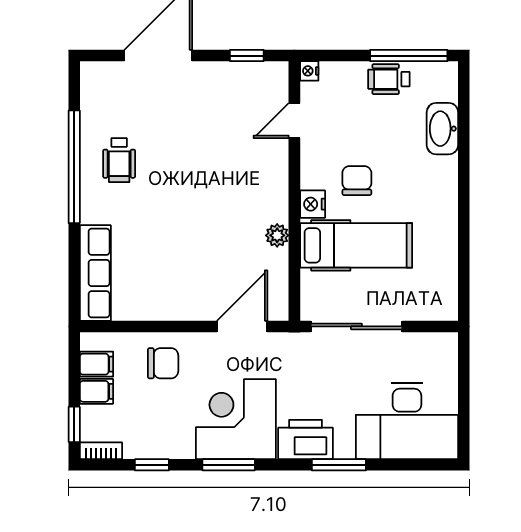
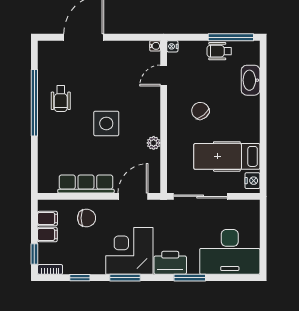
window: (247, 56) -> (136, 37), removed
water cooler: (280, 70) -> (155, 46), added
chair: (357, 181) -> (200, 111), turned -39
side table: (197, 202) -> (106, 123), added
nightstand: (313, 204) -> (252, 181), moved, turned 180
hospital bed: (356, 245) -> (227, 156), moved, turned 180
row of seats: (95, 273) -> (86, 184), moved, turned -90

